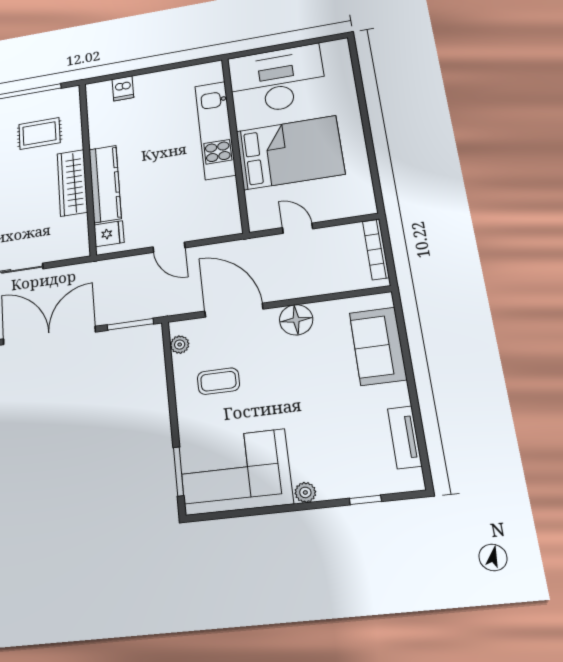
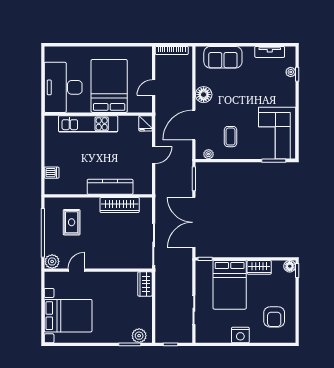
wardrobe: (72, 183) -> (120, 205), moved
fridge: (109, 234) -> (146, 123), moved, turned 180
plant: (305, 492) -> (291, 72), moved

